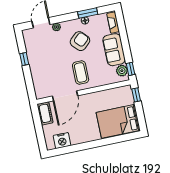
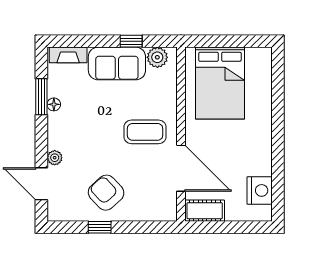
armchair: (80, 41) -> (106, 193), moved
window: (131, 69) -> (131, 41), moved
window: (136, 95) -> (206, 41), removed
bed: (118, 121) -> (220, 83), moved

